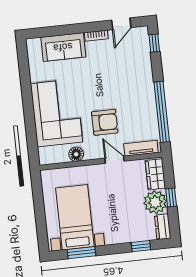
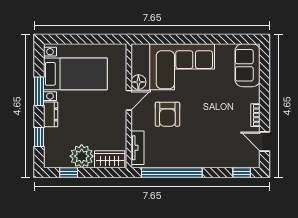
sofa: (63, 47) -> (248, 65), moved
door: (115, 160) -> (129, 100), moved
window: (171, 198) -> (69, 173), moved
dresser: (163, 227) -> (51, 114), moved, turned 90
window: (81, 253) -> (39, 91), moved

